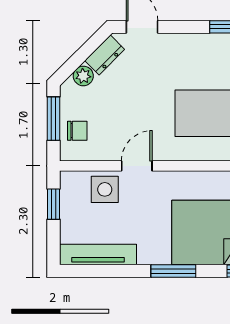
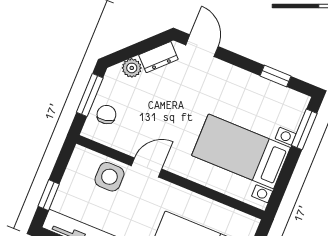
chair: (77, 131) -> (106, 115), turned -102
window: (54, 204) -> (49, 195), moved

